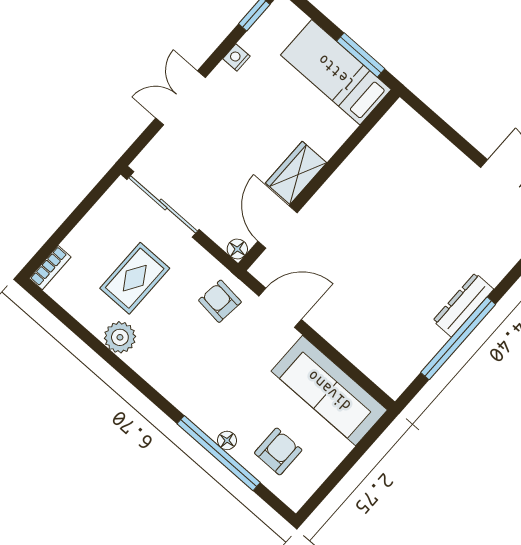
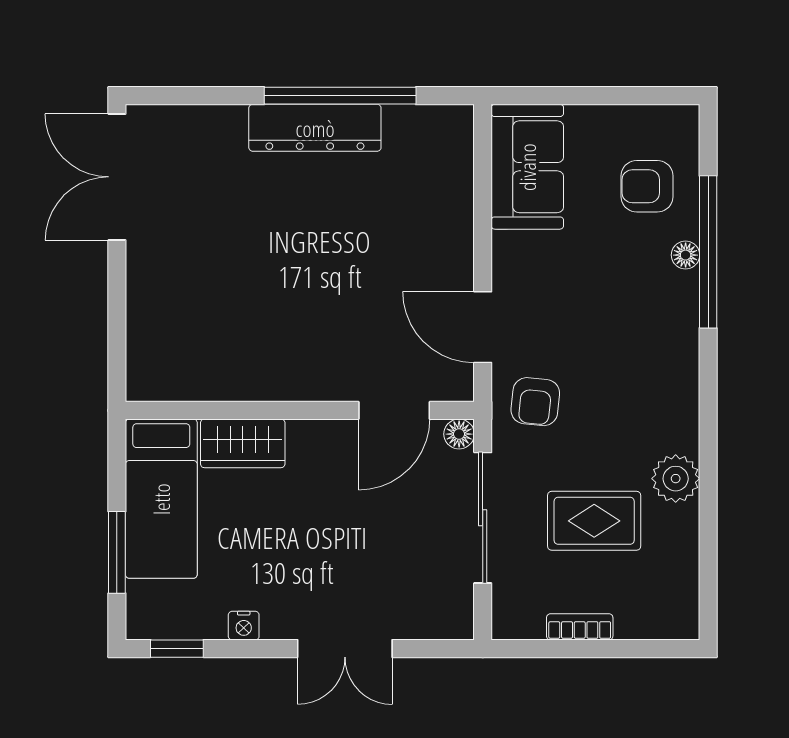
window: (361, 55) -> (117, 552), moved
wardrobe: (296, 173) -> (243, 443), moved
sliding door: (163, 204) -> (483, 518), moved
bookcase: (50, 268) -> (580, 627), moved
dresser: (463, 305) -> (315, 128), width x1.37, depth x1.24
sofa: (329, 391) -> (527, 167), width x0.73

